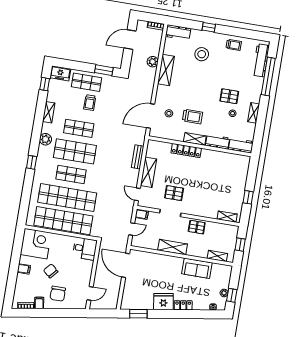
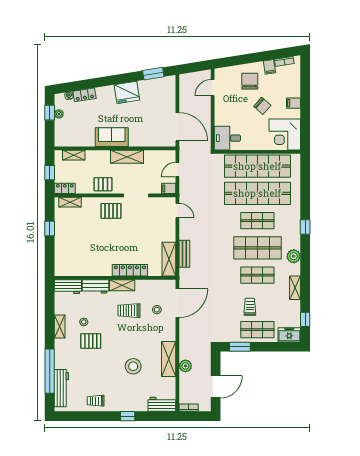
stool: (202, 54) -> (133, 366), moved
shelving: (149, 172) -> (169, 259), moved
pallet: (174, 193) -> (111, 211), moved
locker: (230, 229) -> (65, 188), added
sofa: (197, 268) -> (112, 137), moved
locker: (183, 305) -> (84, 95), moved

